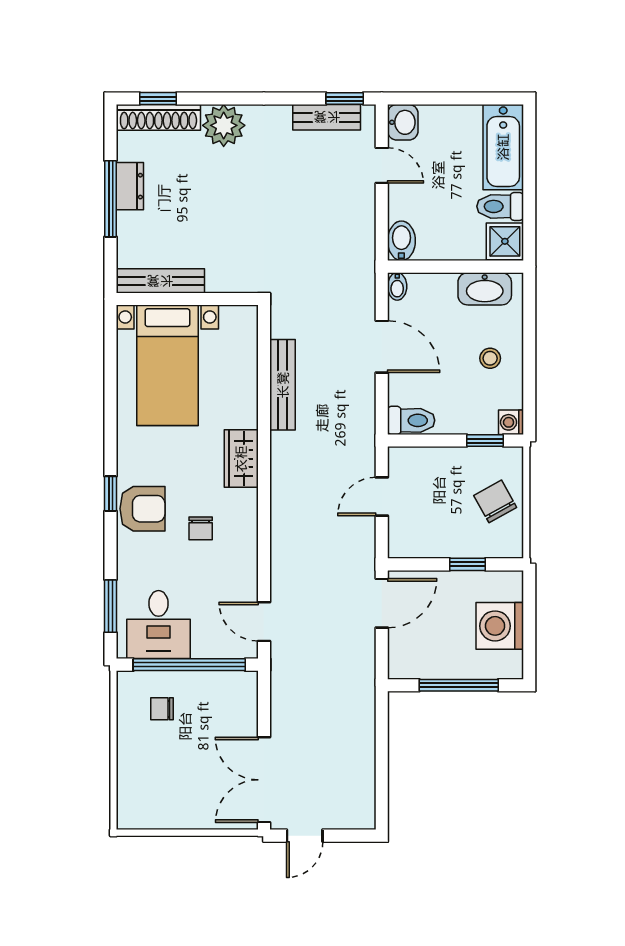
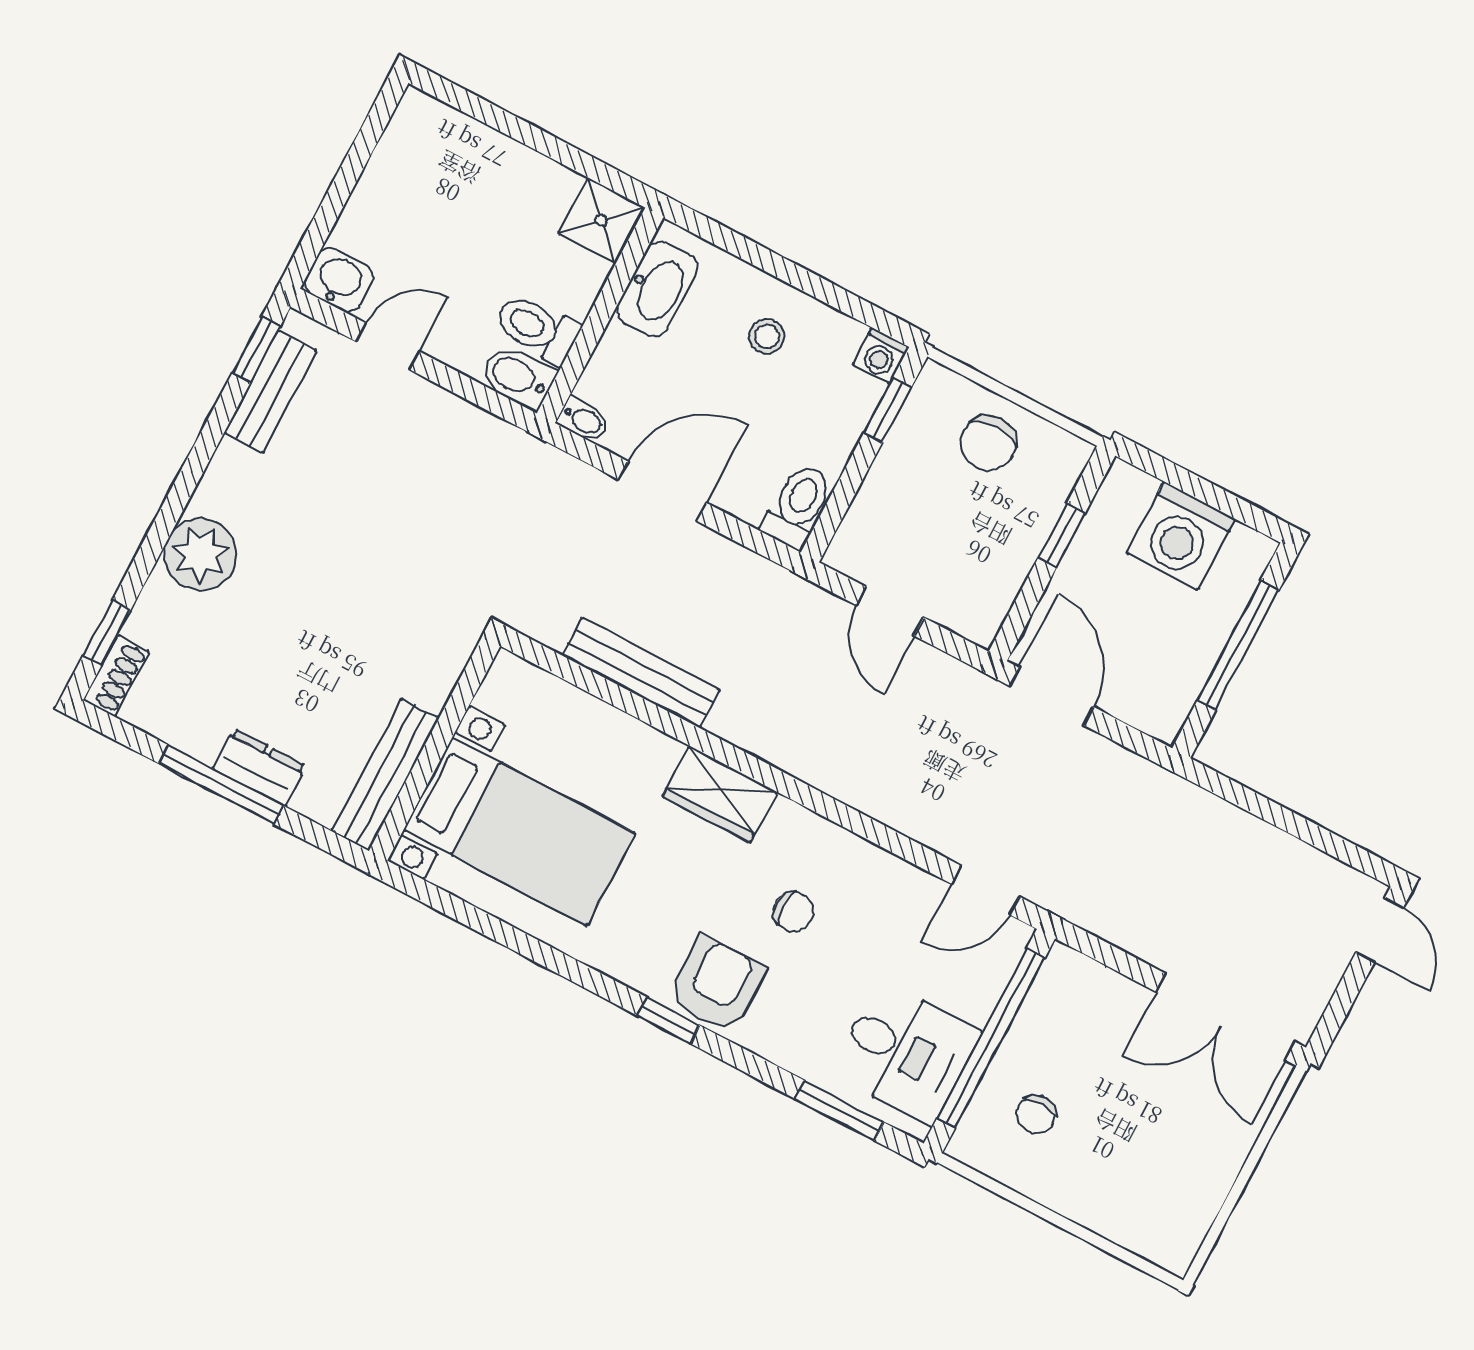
shoe rack: (158, 117) -> (116, 676), width x0.51, depth x0.81
bathtub: (503, 147) -> (457, 148), removed
dresser: (130, 186) -> (259, 767), moved
toilet: (500, 206) -> (537, 328), moved, turned 90
chair: (495, 501) -> (988, 443), turned -61
door: (305, 836) -> (1380, 930), moved

